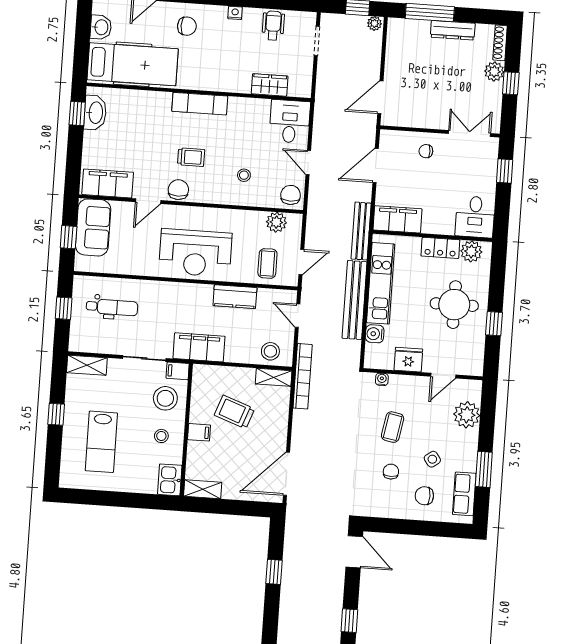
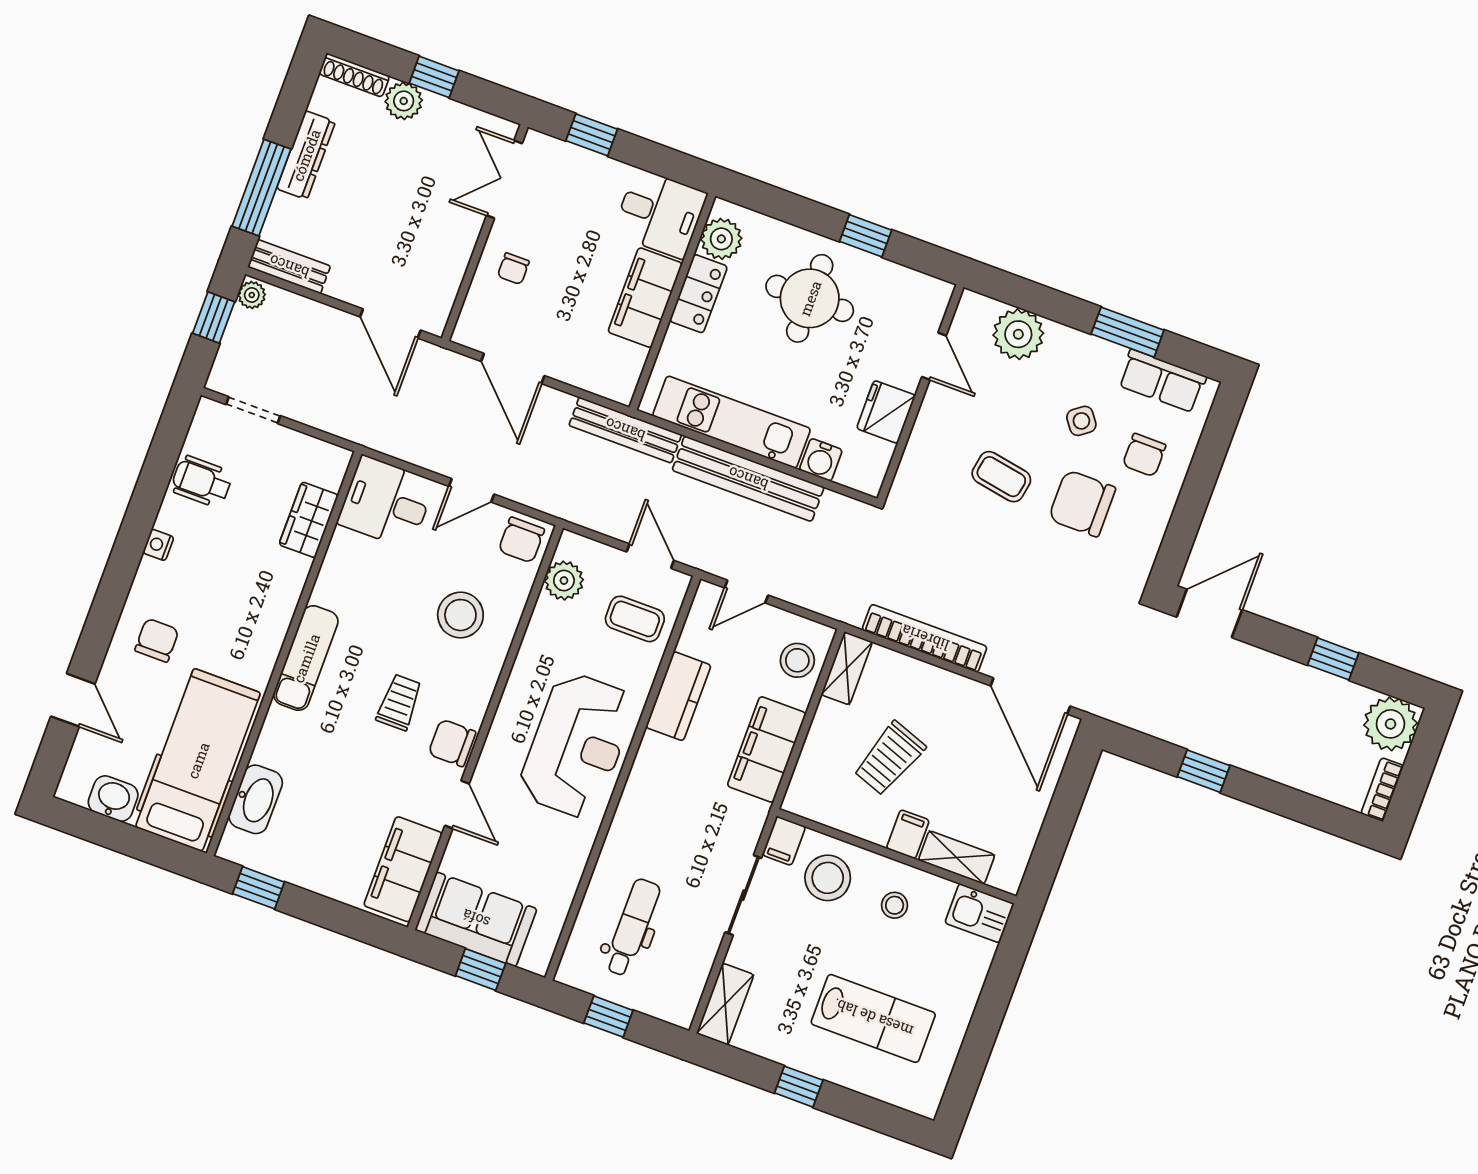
bench: (394, 38) -> (289, 267), added
washbasin: (95, 113) -> (256, 799), moved, turned 90
stool: (244, 175) -> (460, 615), width x1.89, depth x1.89
chair: (291, 195) -> (521, 540), turned -90
filing cabinet: (397, 219) -> (645, 298), moved
filing cabinet: (199, 347) -> (767, 749), moved
bookcase: (303, 376) -> (925, 638), moved
water cooler: (382, 379) -> (908, 471), removed
chair: (391, 472) -> (1082, 503), width x1.87, depth x1.87
shelving: (203, 489) -> (957, 857), moved, turned 90

